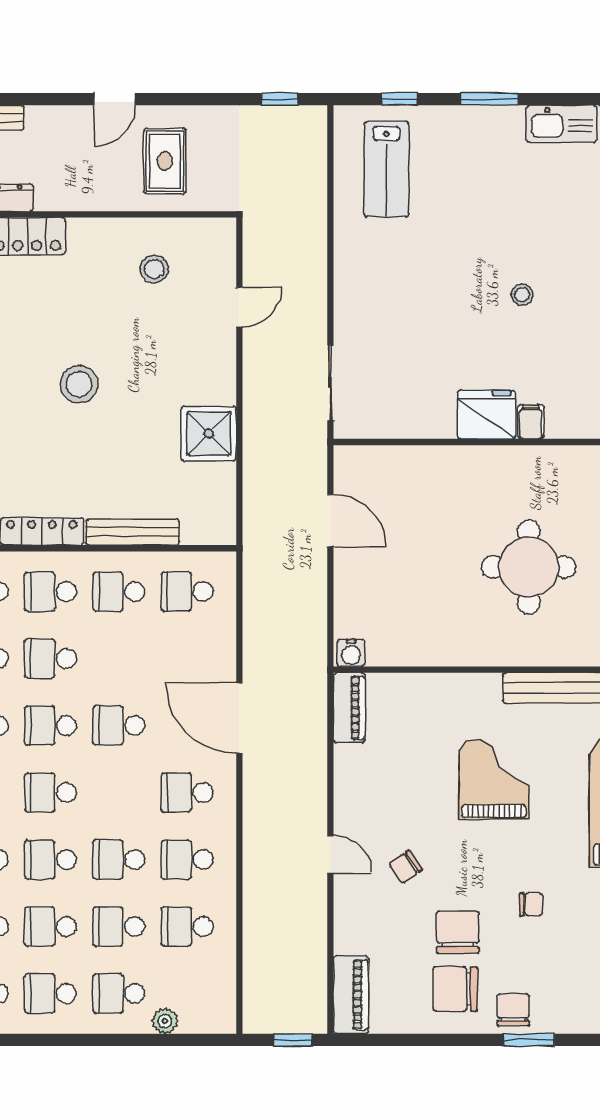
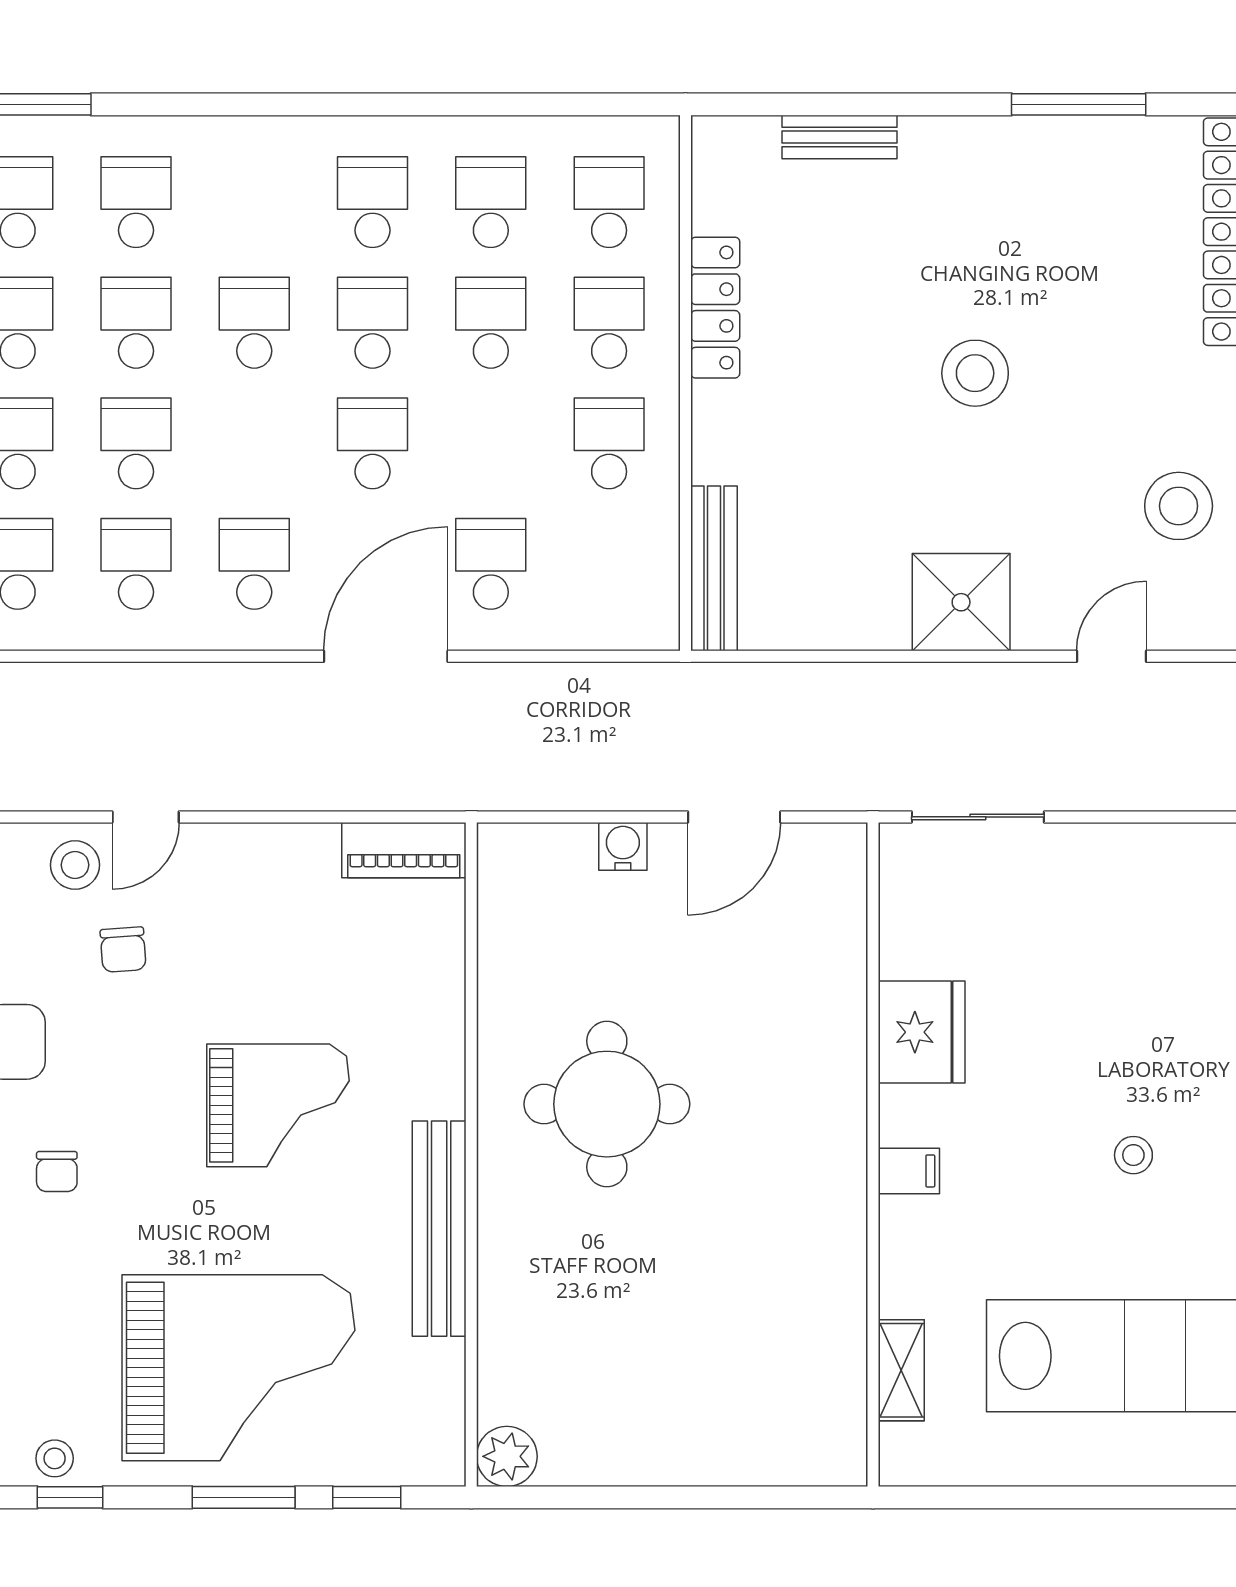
stool: (154, 269) -> (1179, 506), width x1.38, depth x1.38
door: (239, 307) -> (1111, 656), swing flipped
fridge: (487, 414) -> (922, 1032), moved
shower: (209, 434) -> (961, 602), moved
bench: (133, 532) -> (714, 568), moved
round table: (529, 567) -> (607, 1104), moved
school desk: (187, 592) -> (491, 564), moved
water cooler: (351, 653) -> (623, 846), moved, turned 90
chair: (406, 867) -> (123, 950), turned -150
stool: (358, 894) -> (75, 865), added

